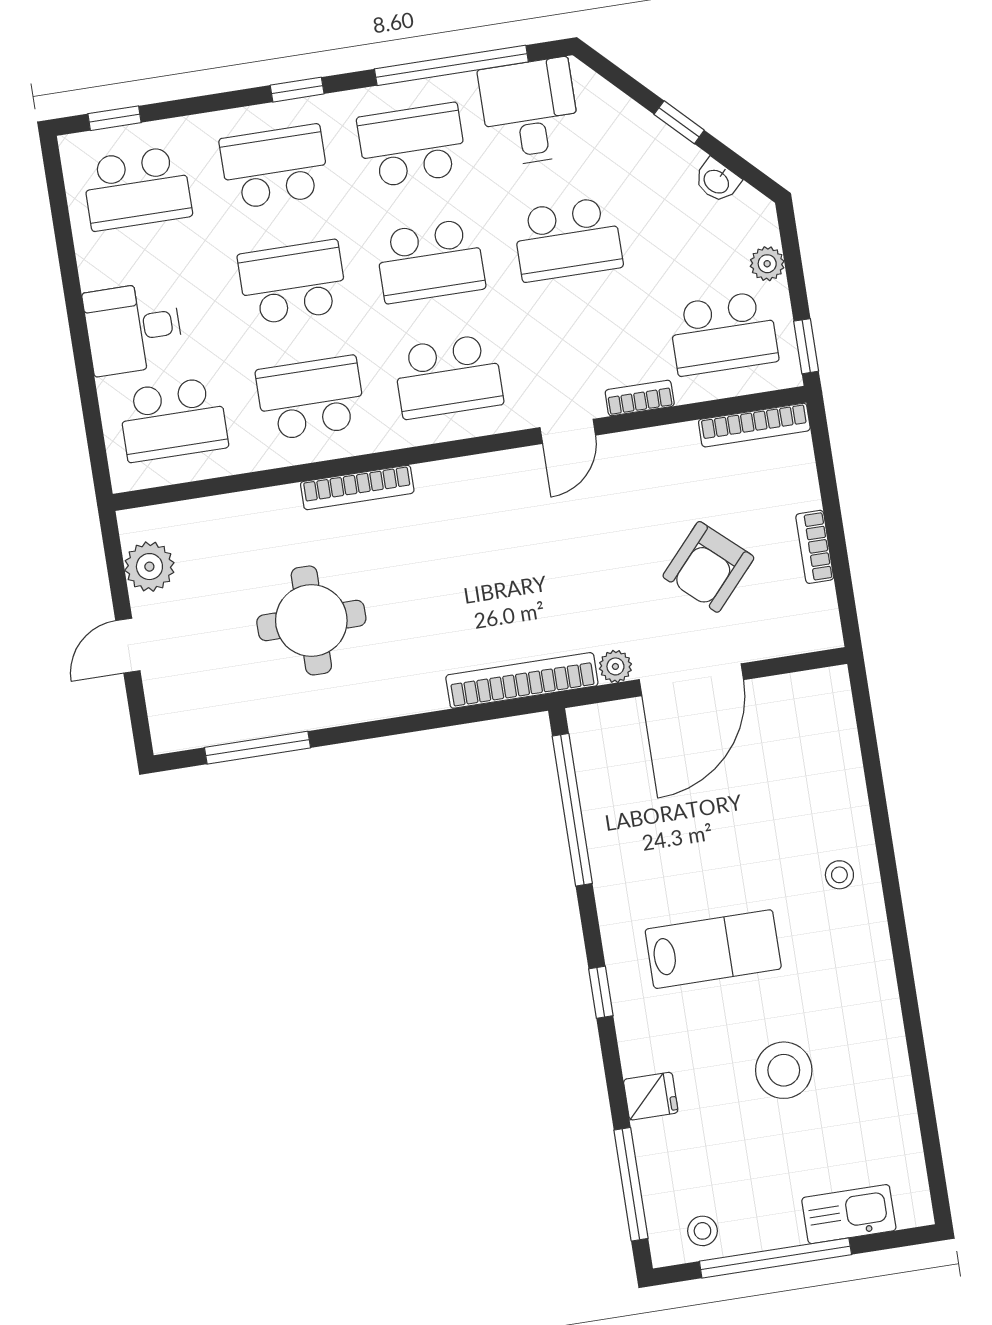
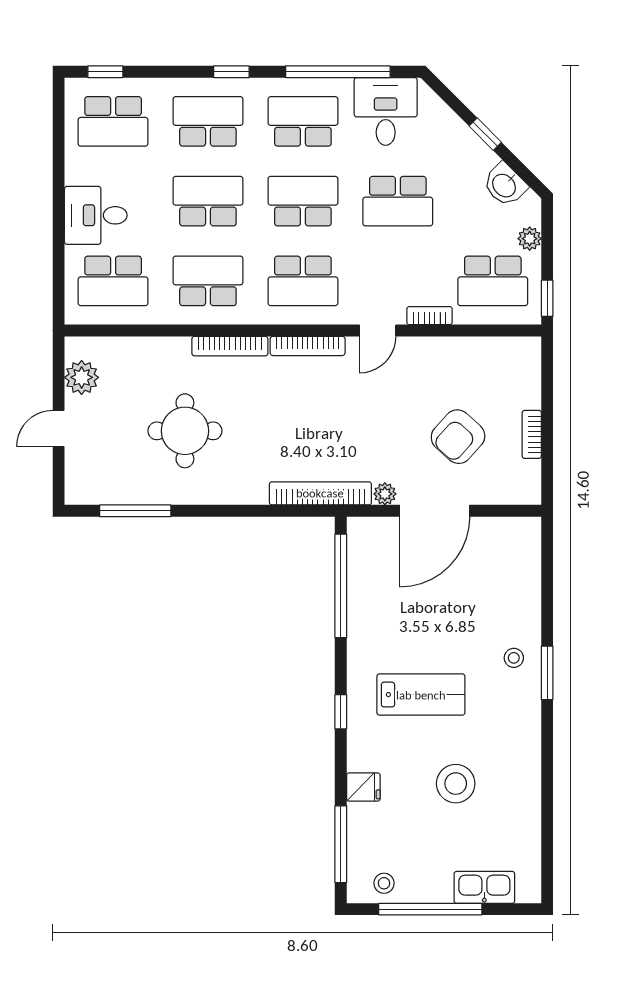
washbasin: (717, 181) -> (505, 185), width x1.38, depth x1.45
school desk: (430, 261) -> (303, 201), turned 180
bookcase: (754, 425) -> (308, 346), moved
window: (891, 889) -> (547, 673), added

